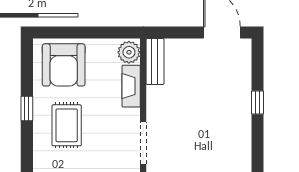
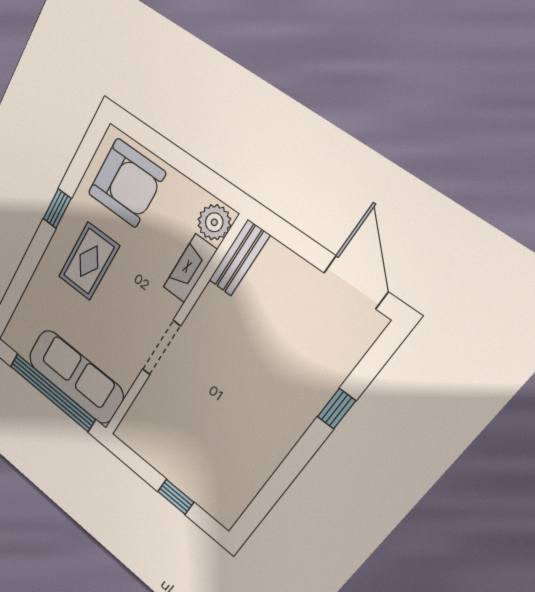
armchair: (64, 65) -> (126, 183), turned -90

